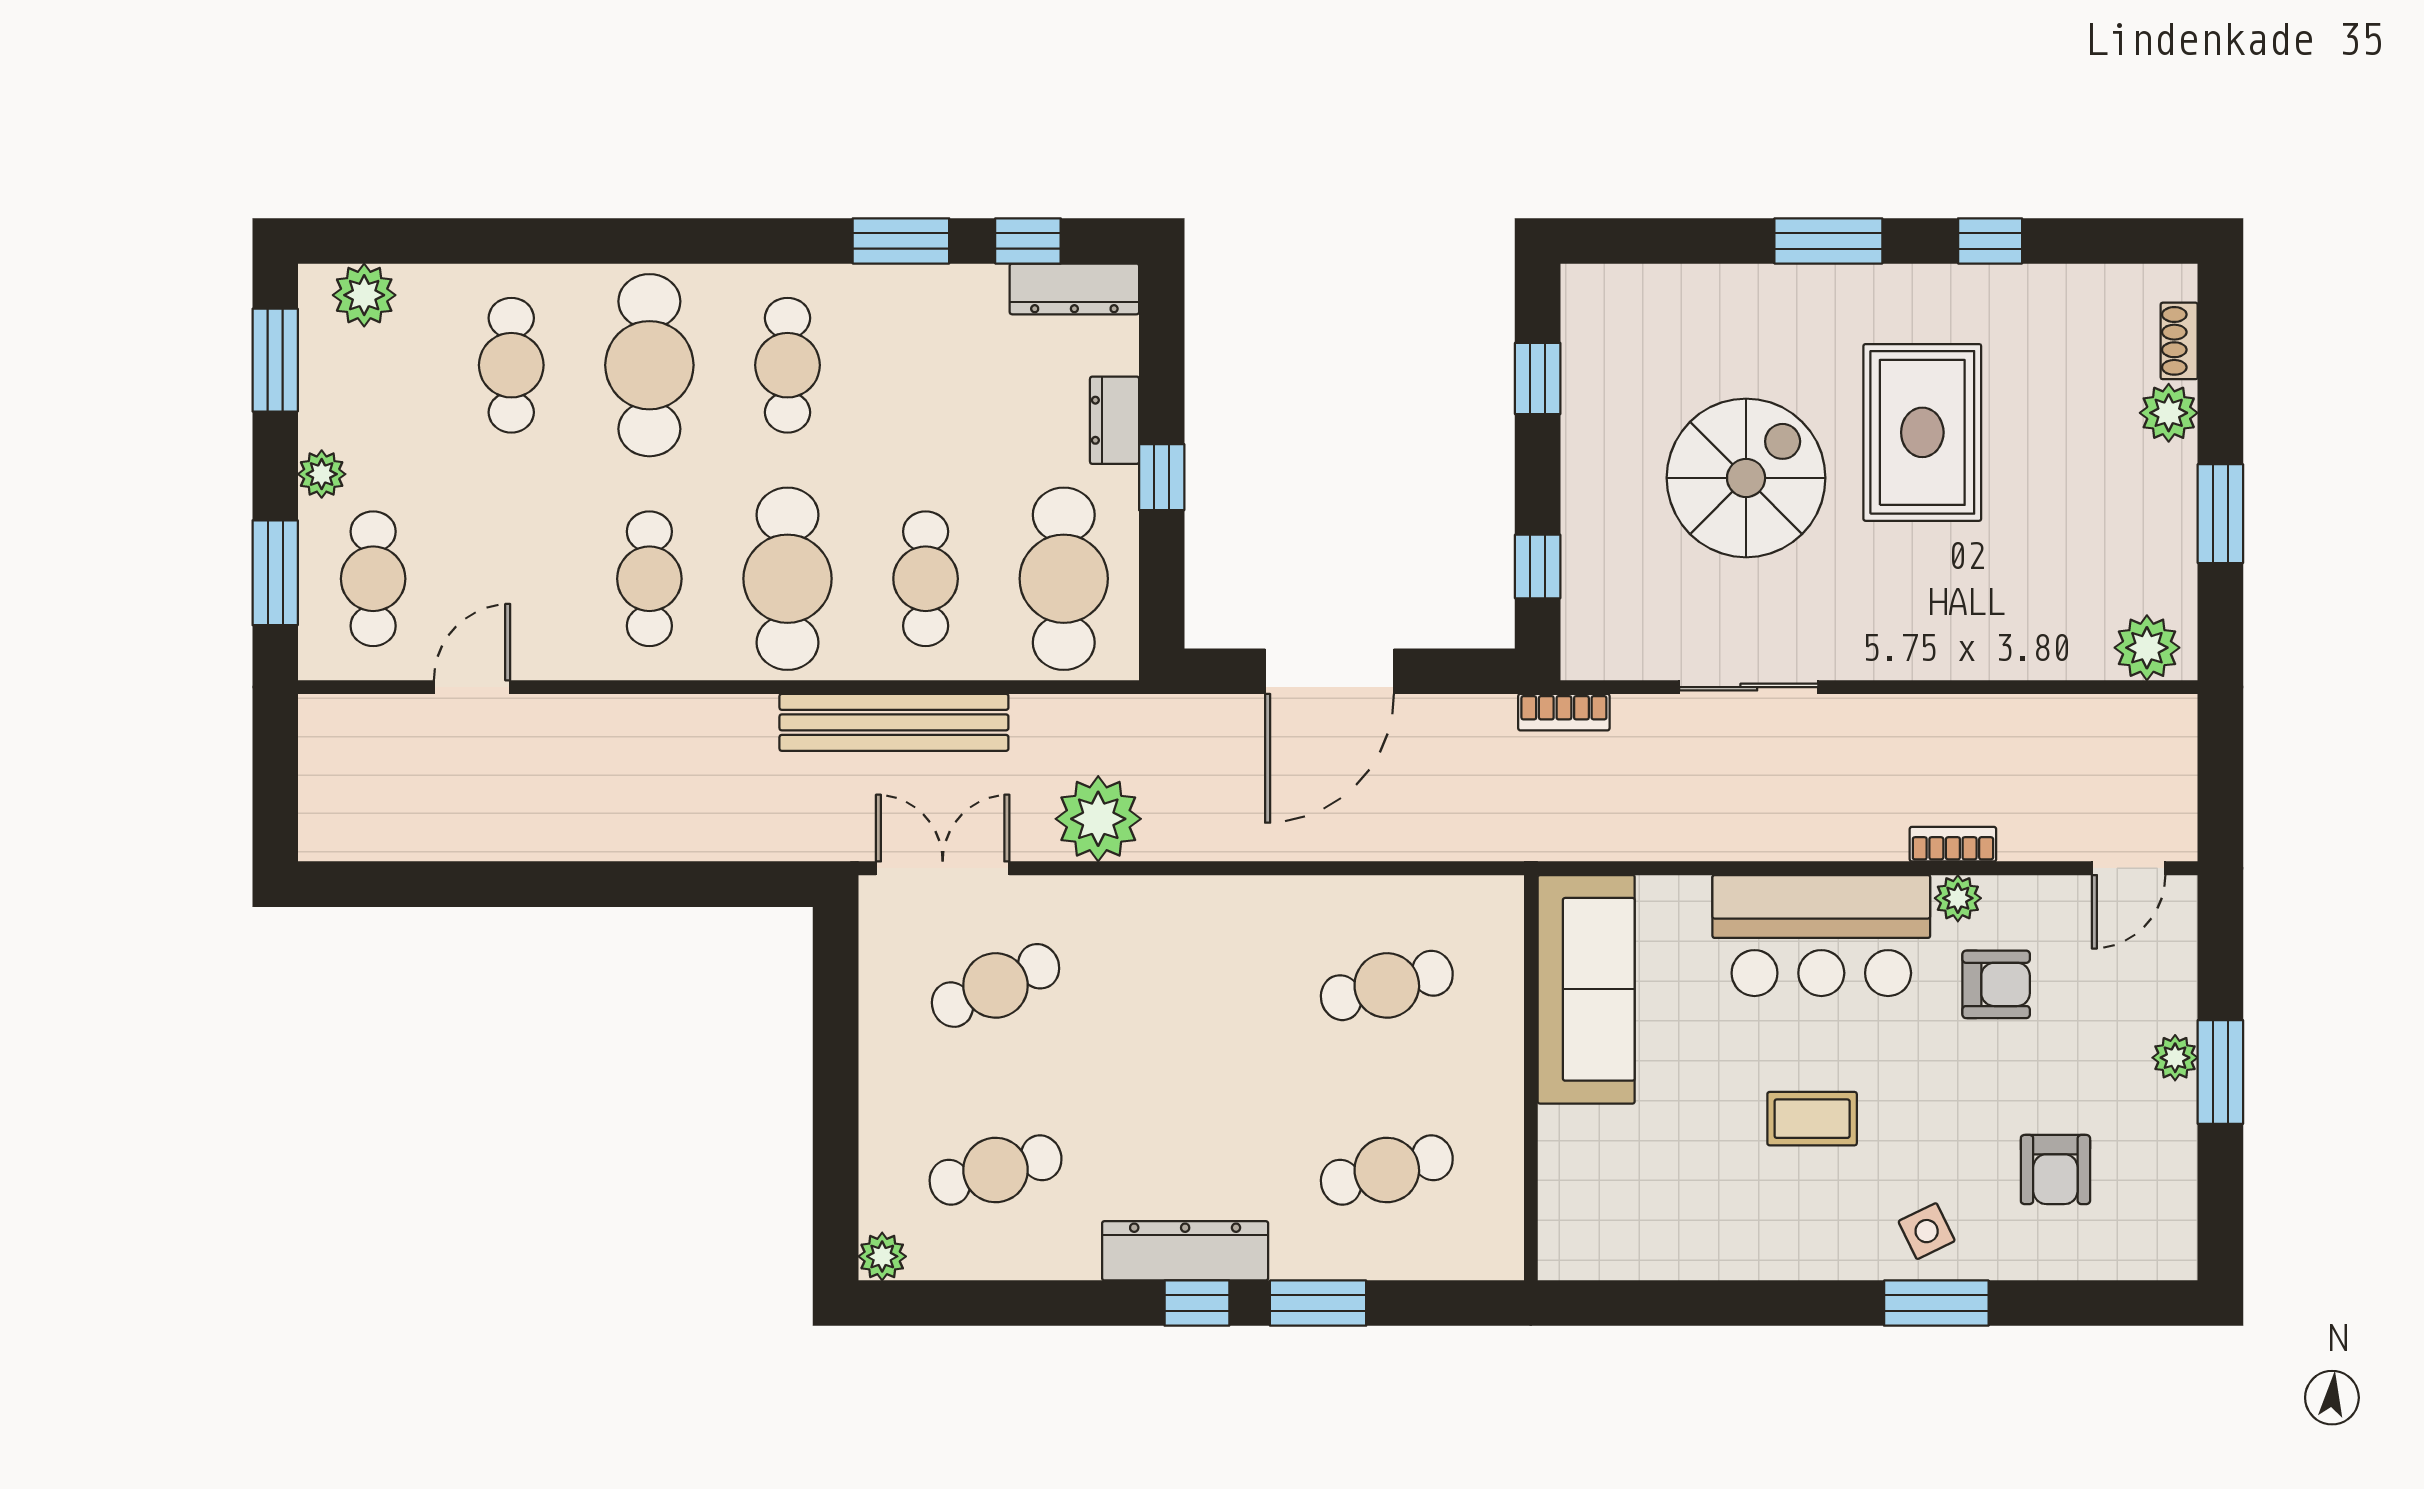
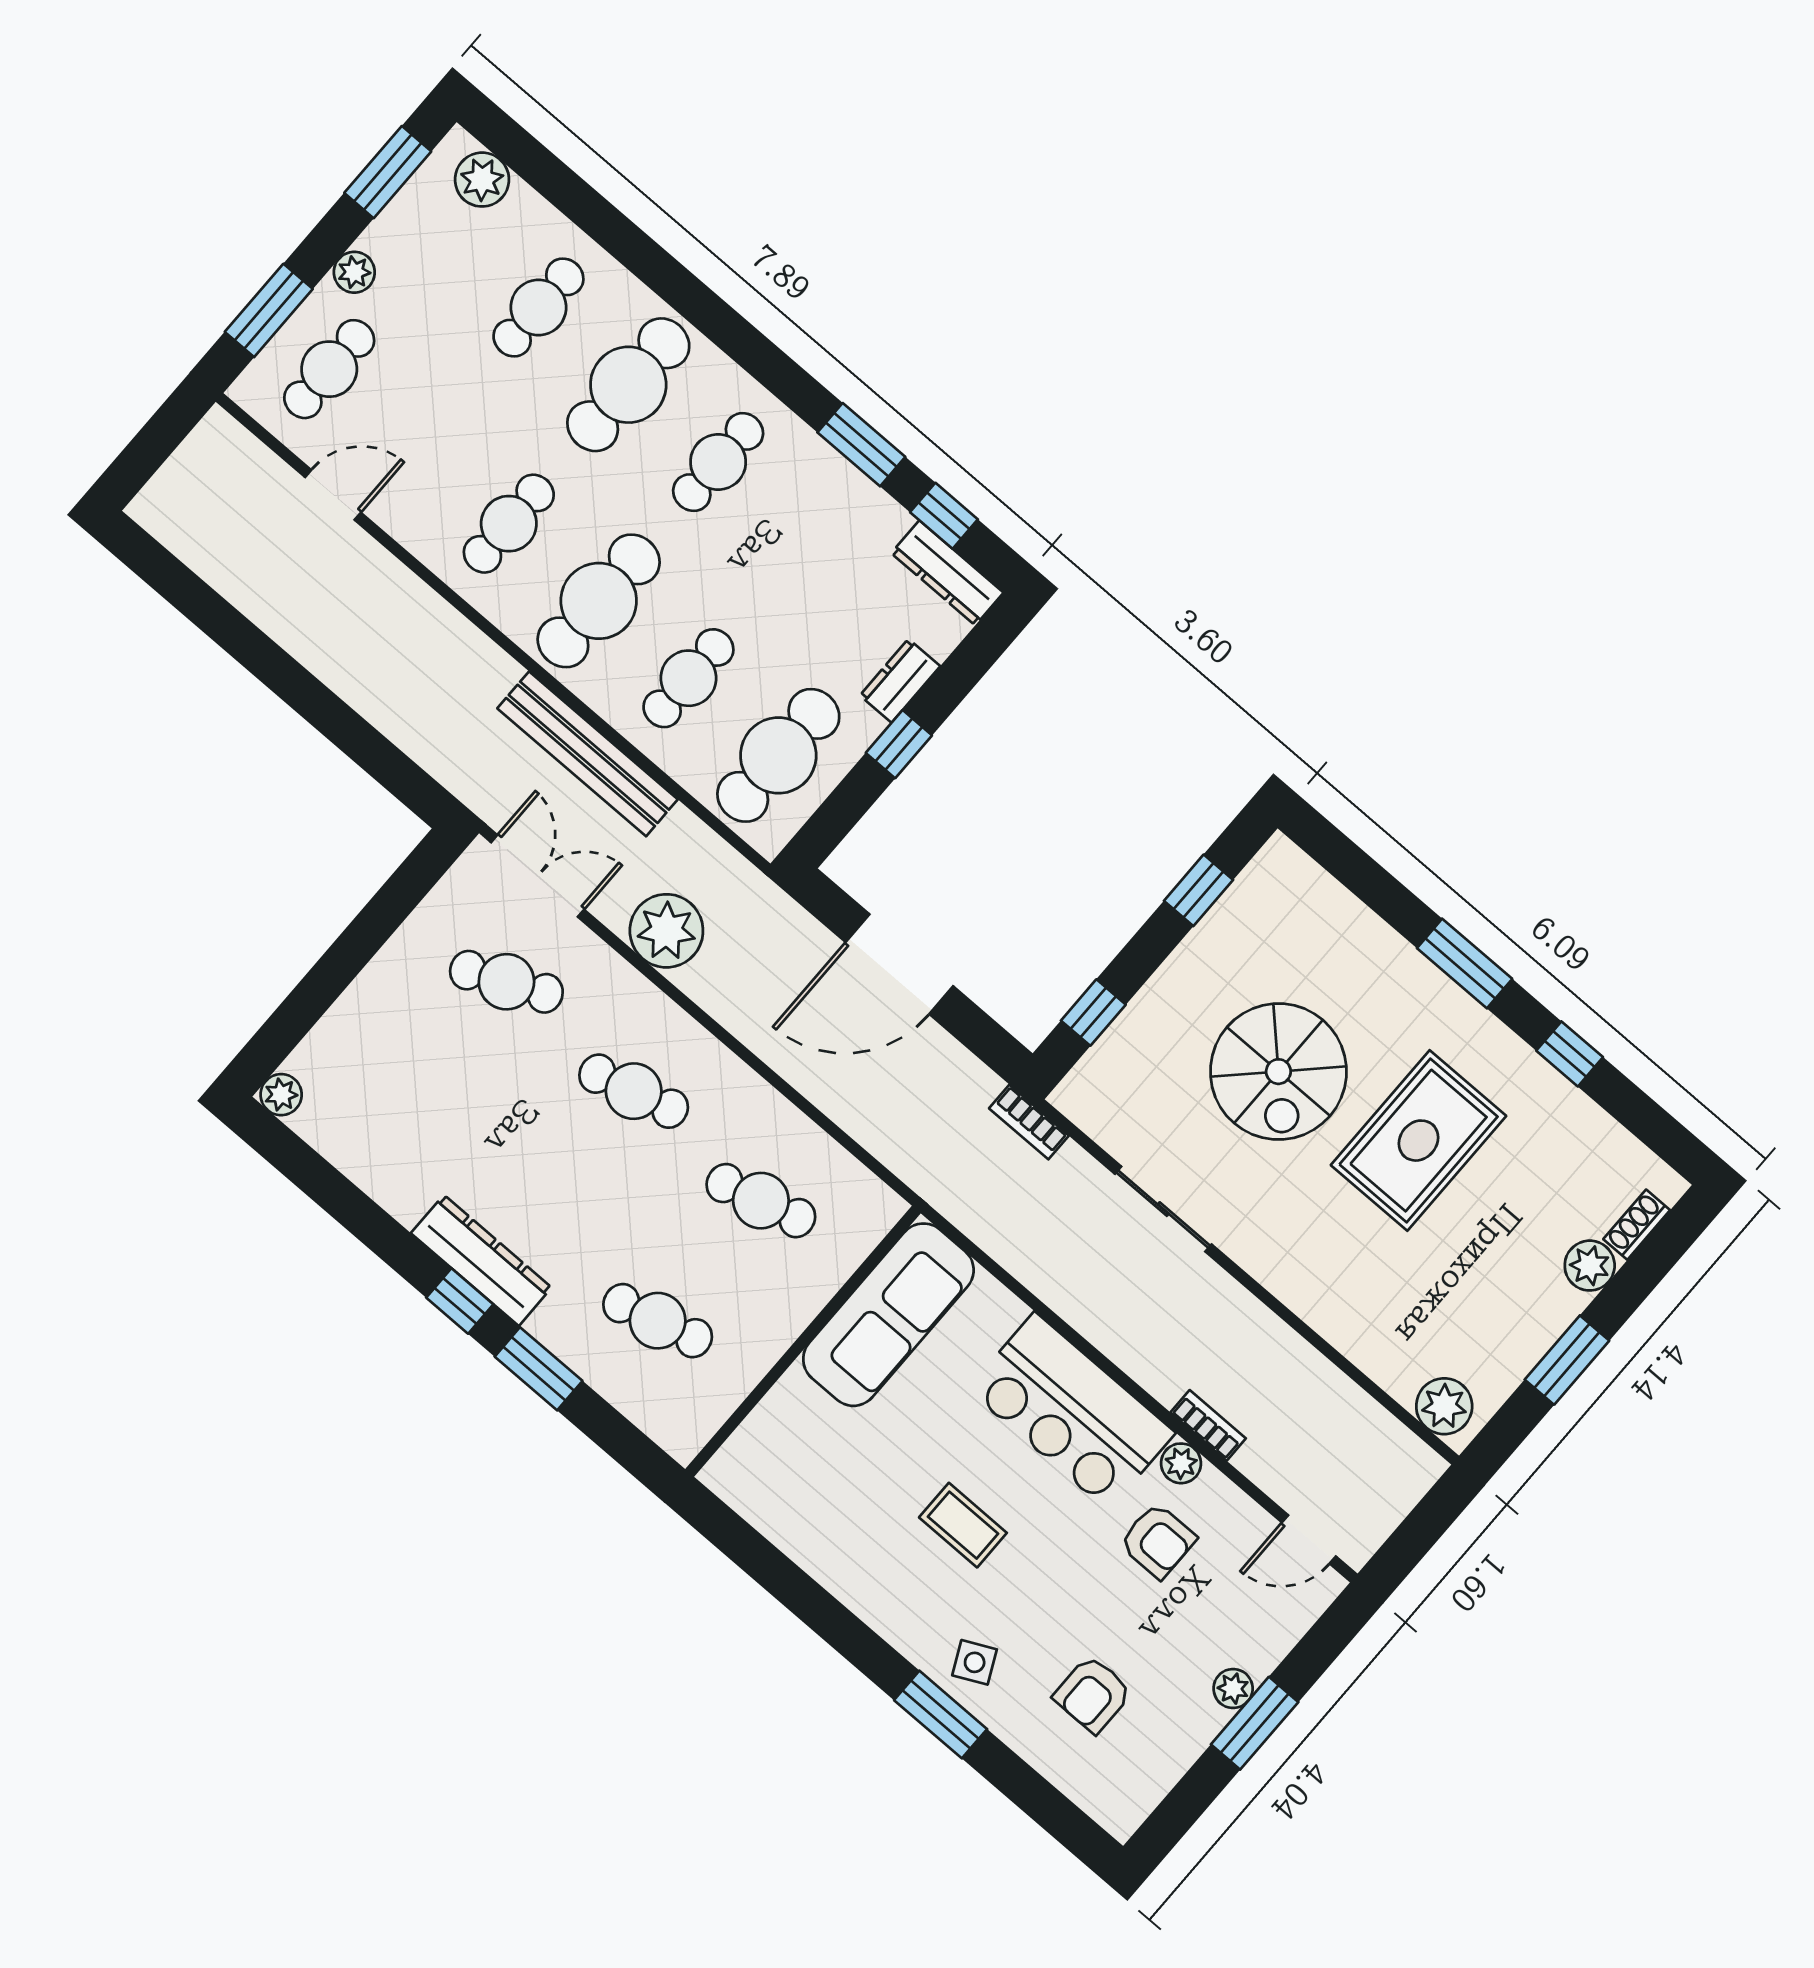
spiral stairs: (1746, 478) -> (1278, 1072), turned 90
cafe table: (996, 1170) -> (634, 1091), moved

